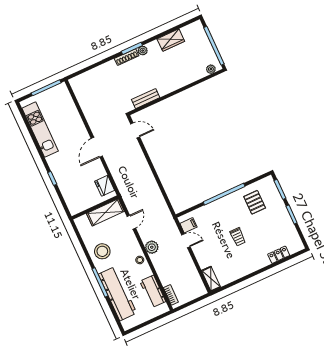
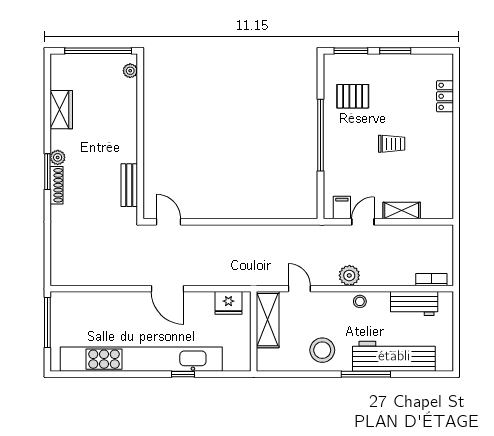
kitchen unit: (40, 130) -> (141, 359), width x1.86
door: (135, 130) -> (168, 222), hinge flipped
shelving: (211, 279) -> (402, 211), moved

